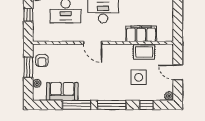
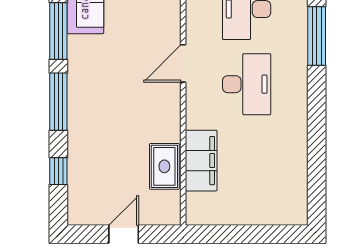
side table: (139, 77) -> (114, 156), removed
plant: (169, 96) -> (76, 216), removed

